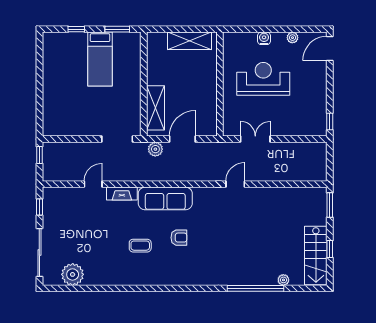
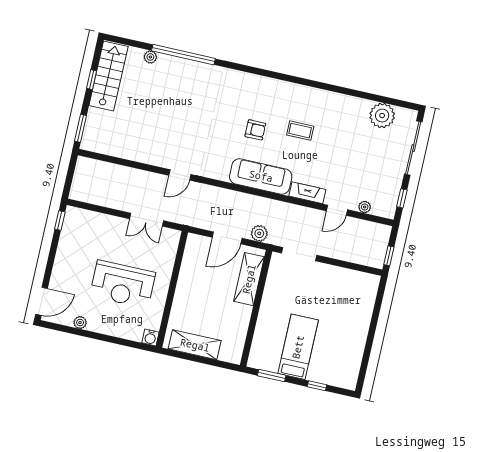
water cooler: (264, 38) -> (150, 338), moved
plant: (70, 192) -> (365, 207), added
armchair: (179, 238) -> (255, 130), turned 180

